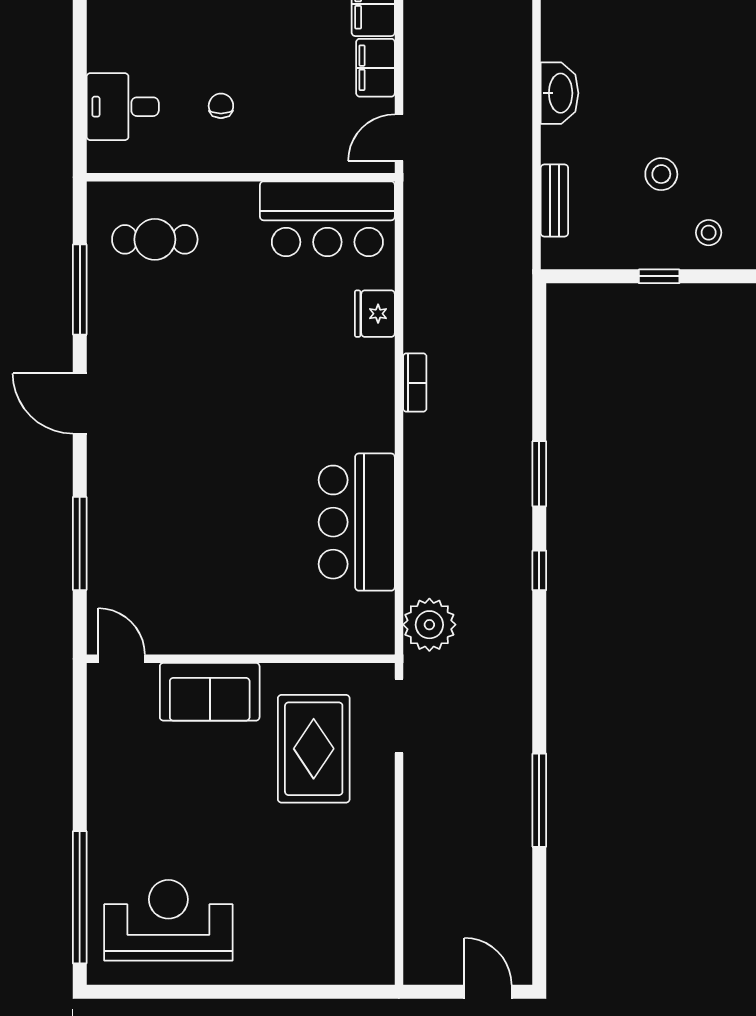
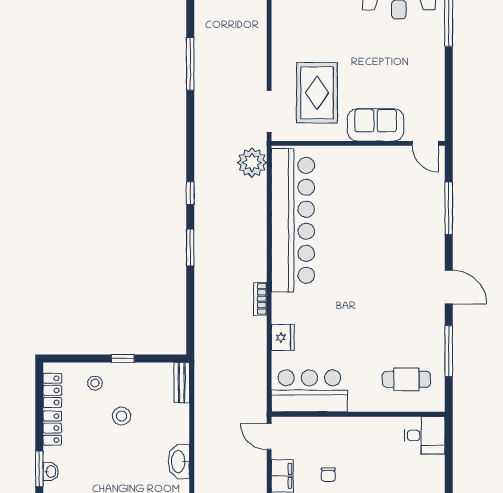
chair: (221, 106) -> (328, 475), moved
desk: (123, 107) -> (425, 435), moved
door: (399, 138) -> (269, 437), swing flipped
bench: (554, 201) -> (182, 383), moved
bar counter: (357, 522) -> (293, 220), width x1.86

